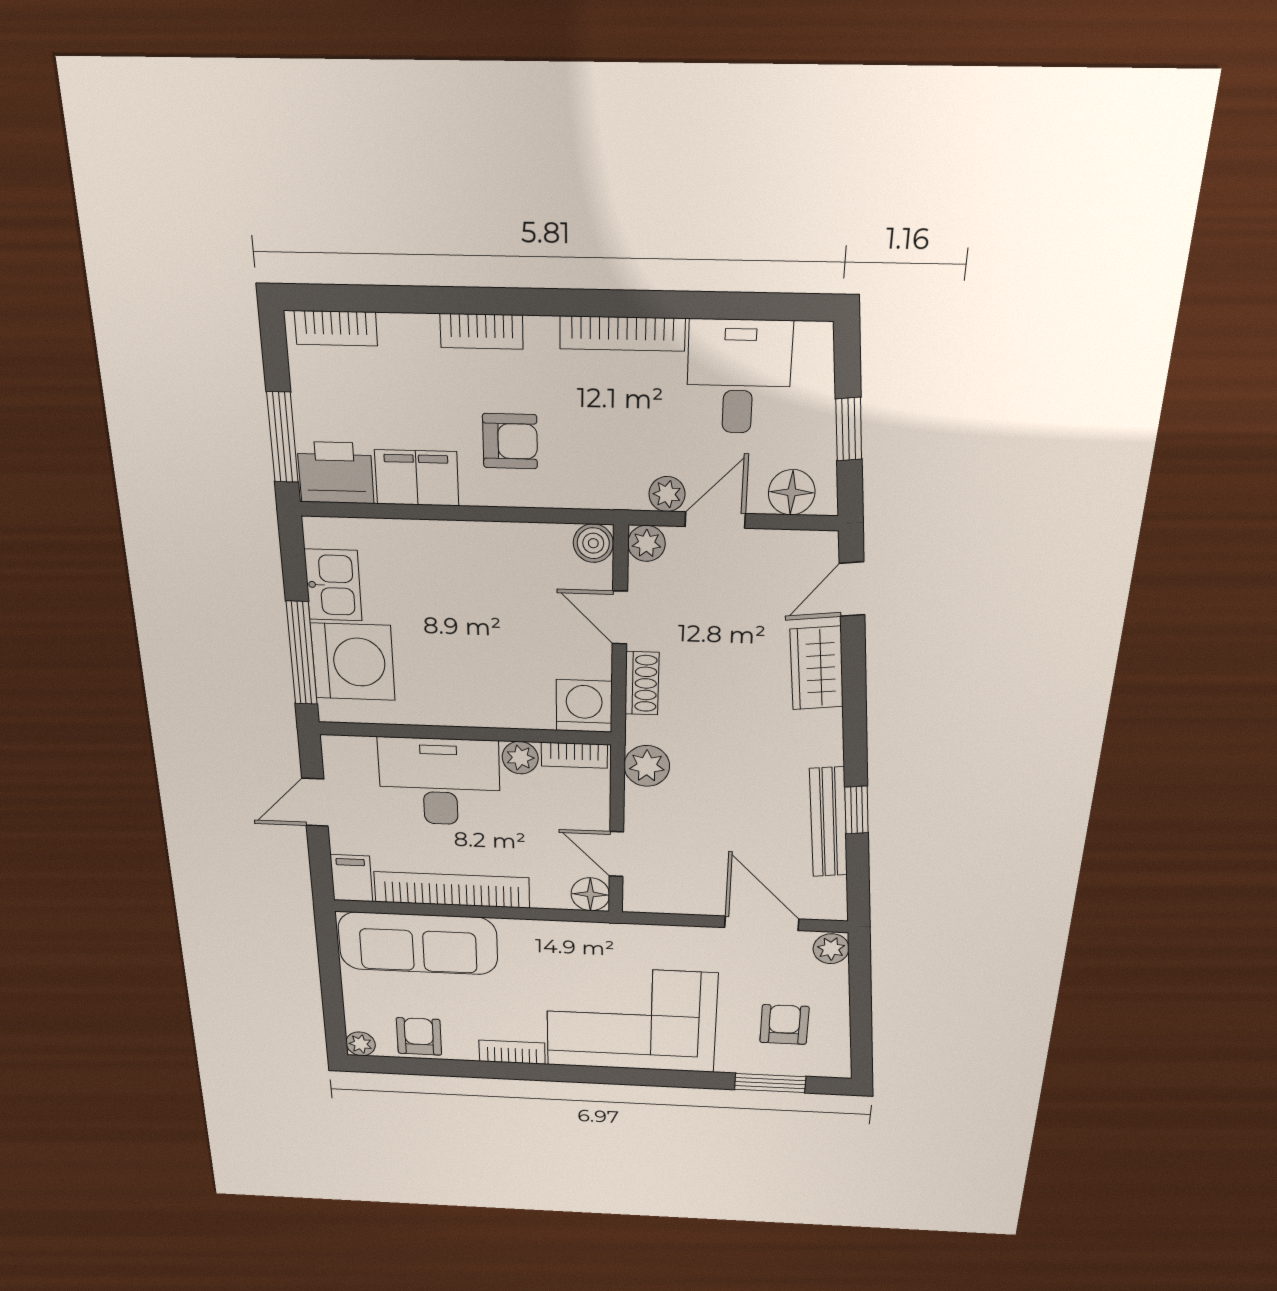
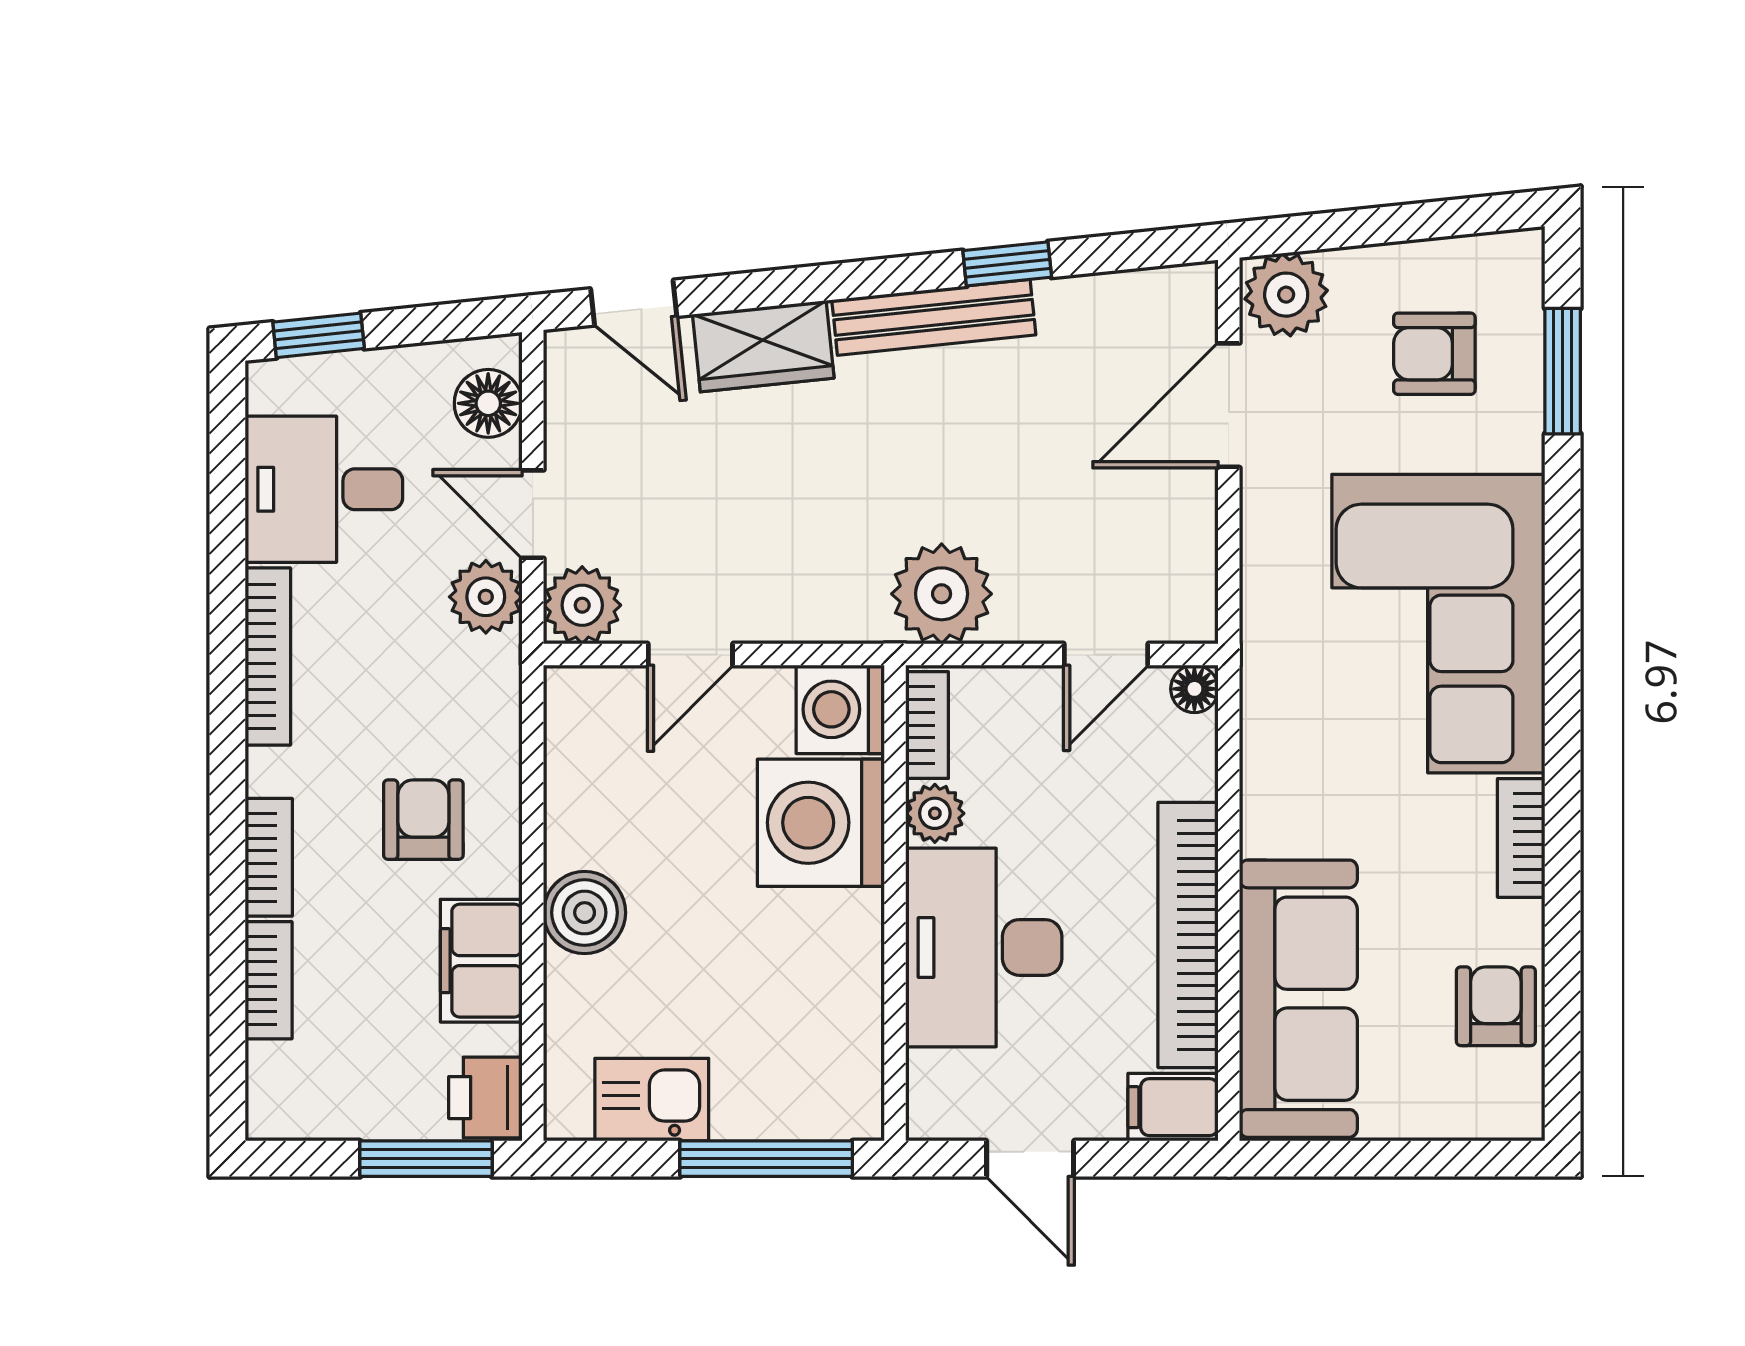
bookcase: (336, 328) -> (269, 980), moved
window: (849, 429) -> (319, 335), moved
printer: (336, 473) -> (485, 1098), width x0.73, depth x0.81
plant: (667, 494) -> (486, 597), width x1.38, depth x1.38
boiler: (593, 543) -> (585, 913), moved, width x1.36, depth x1.36
plant: (646, 543) -> (582, 605), width x1.38, depth x1.38
washing machine: (353, 662) -> (821, 823), moved, turned -90
shoe rack: (642, 683) -> (798, 618), removed
plant: (647, 766) -> (942, 594), width x1.36, depth x1.36
bench: (829, 822) -> (934, 317), moved
floor lamp: (590, 894) -> (1194, 689), width x0.73, depth x0.73
plant: (831, 949) -> (1286, 295), width x1.38, depth x1.38
armchair: (419, 1036) -> (1496, 1006), turned 90
plant: (361, 1044) -> (1518, 1114), removed

